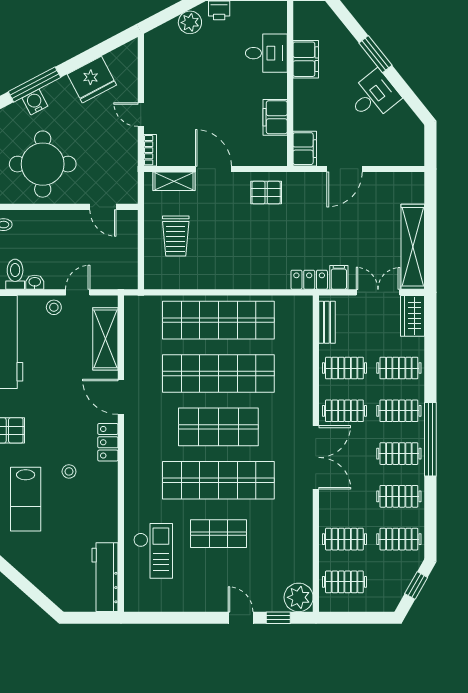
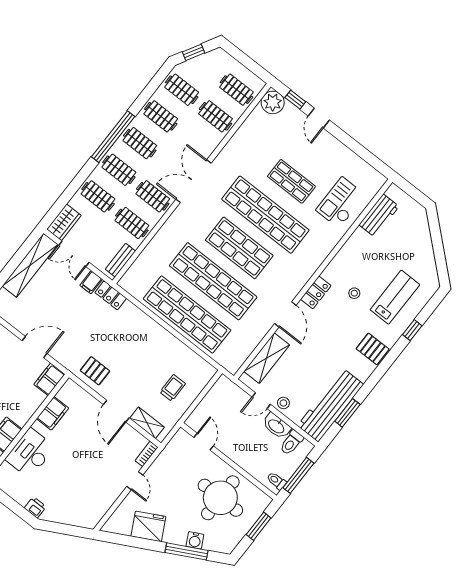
plant: (190, 22) -> (59, 514), removed
desk: (266, 53) -> (30, 453), width x1.37
trolley: (176, 236) -> (173, 388), width x0.73, depth x0.72
washbasin: (35, 282) -> (276, 426), width x1.91, depth x1.45
workbench: (105, 577) -> (379, 216), width x0.73

